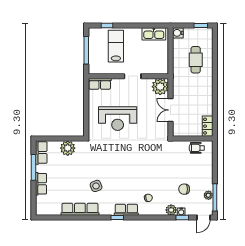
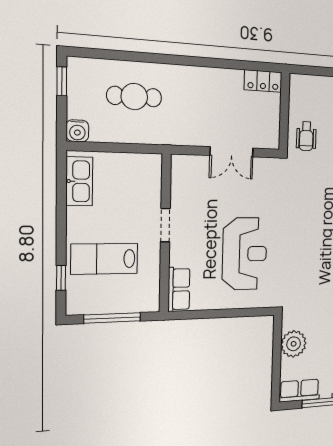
plant: (160, 87) -> (187, 171), removed
wheelchair: (197, 148) -> (306, 136), moved

